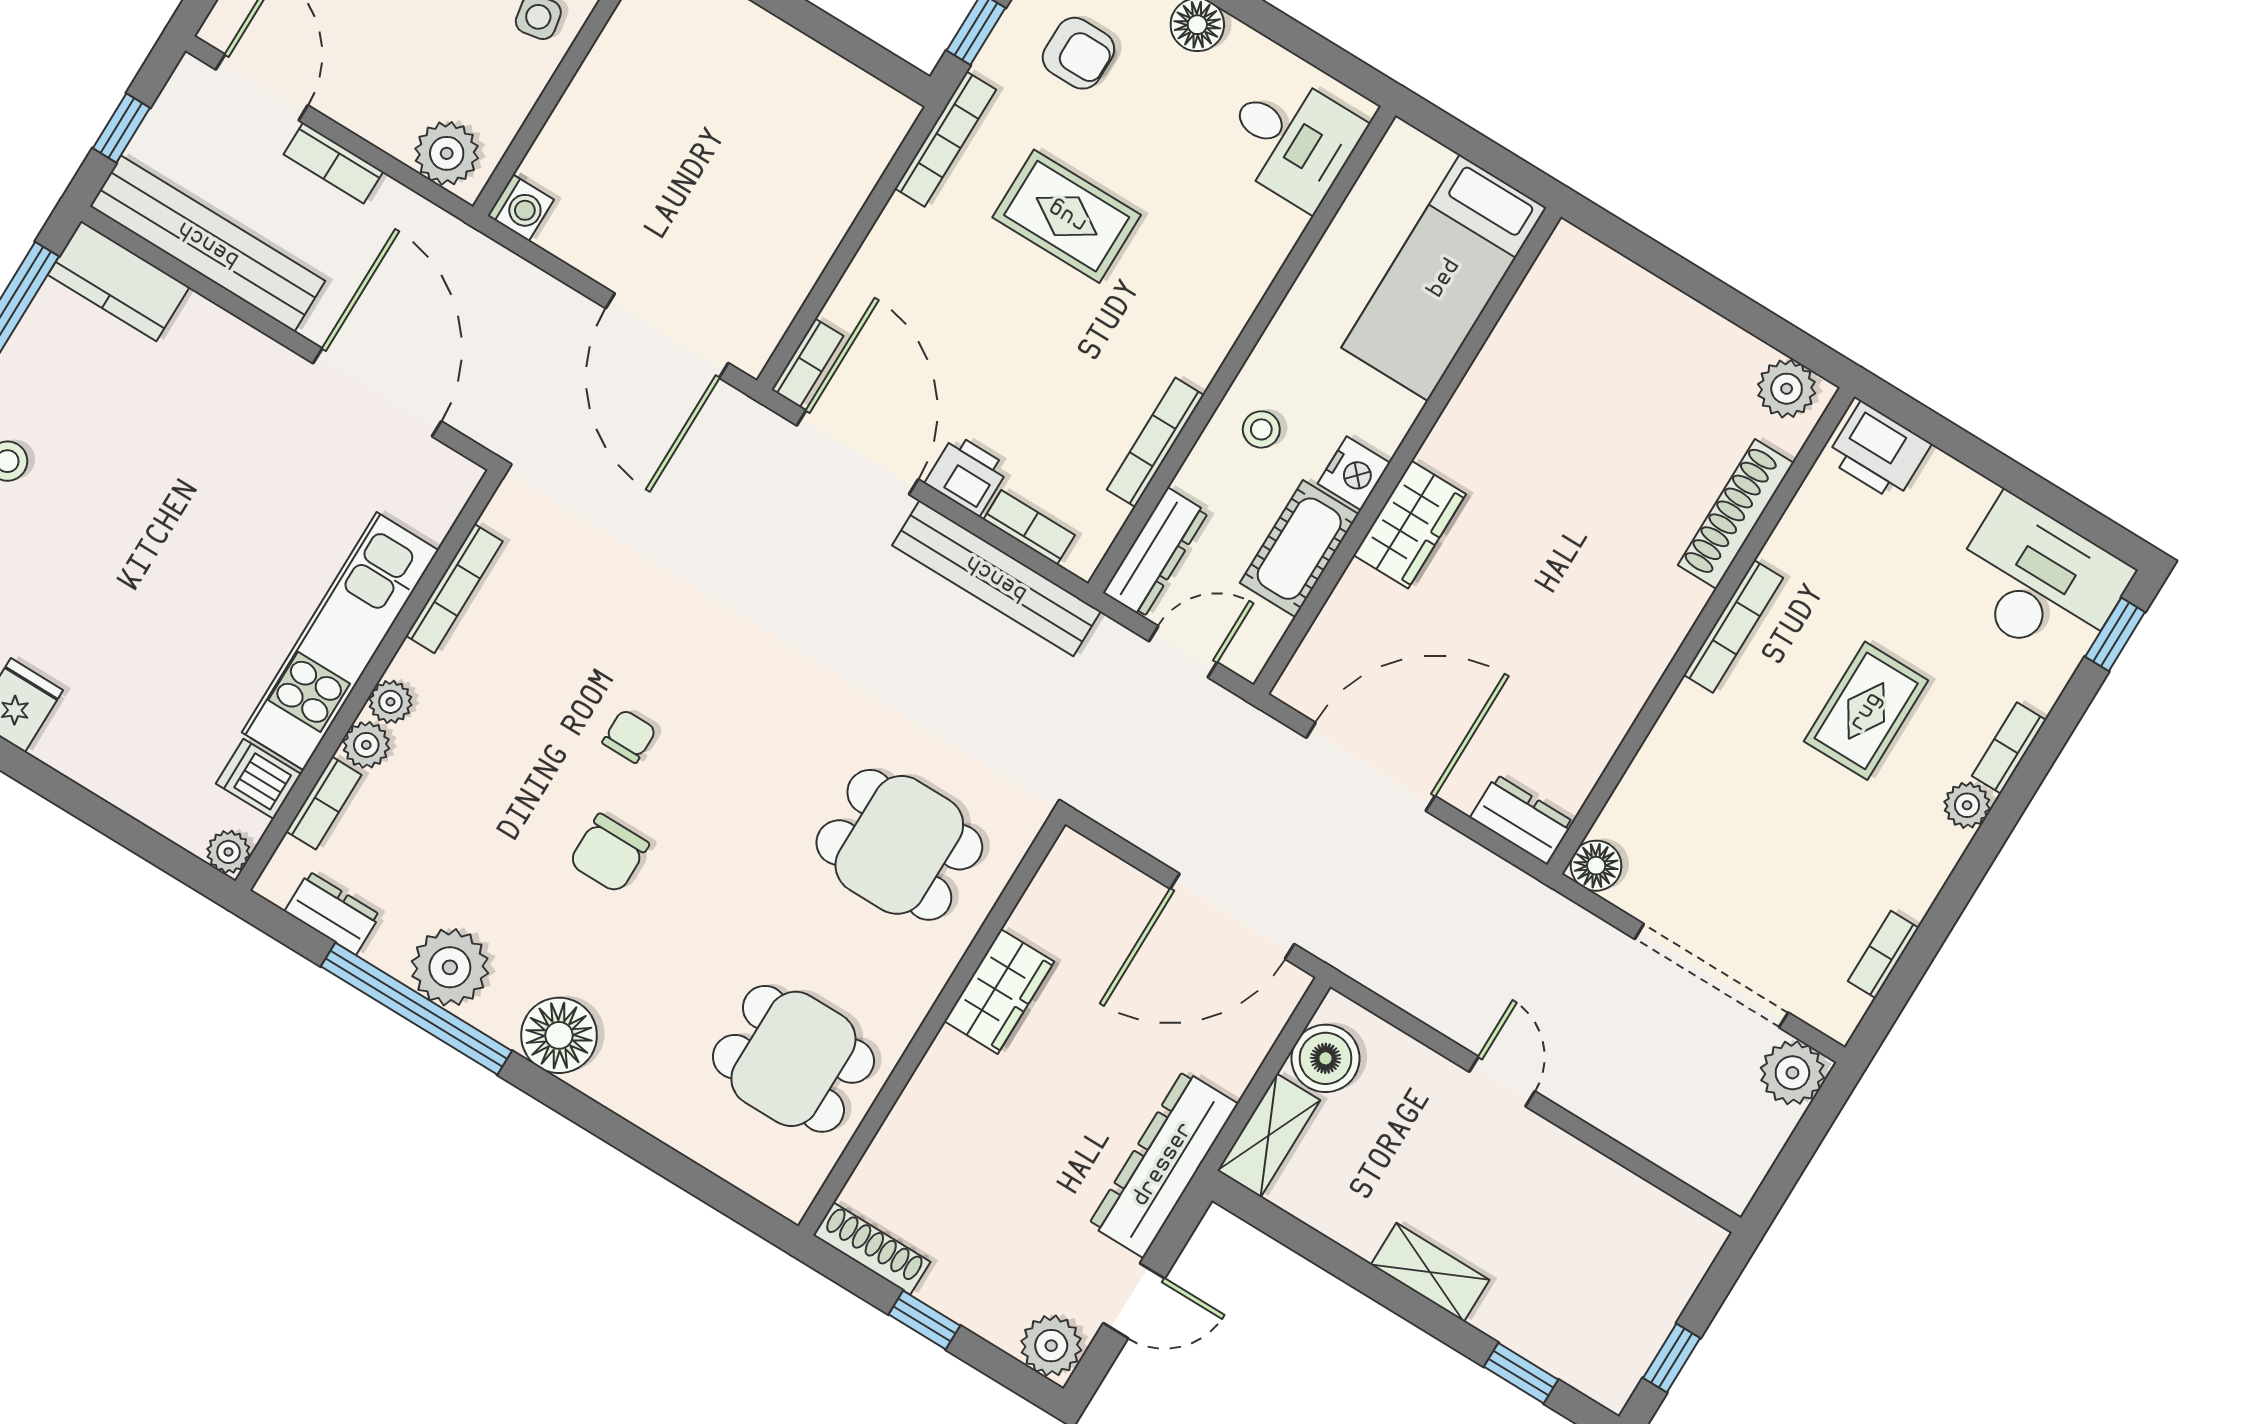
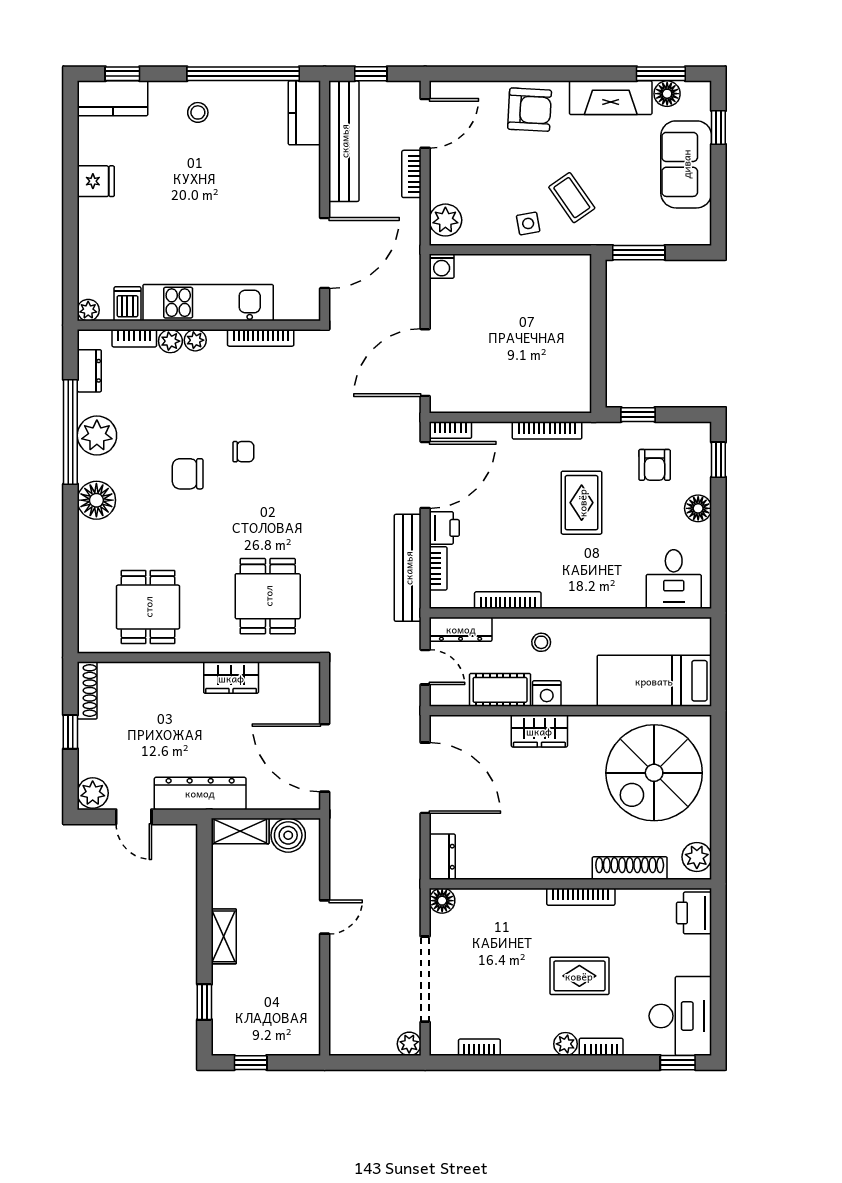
bookcase: (946, 139) -> (547, 430), moved
spiral stairs: (1600, 374) -> (654, 773), added
plant: (1792, 1073) -> (409, 1044), width x0.73, depth x0.73

